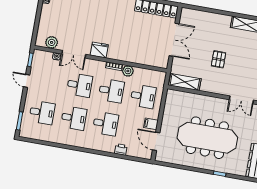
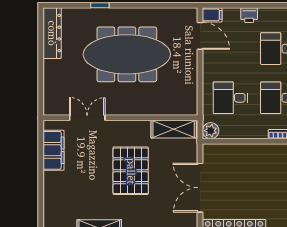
pallet: (219, 59) -> (131, 171), width x2.05, depth x2.00
plant: (128, 71) -> (211, 131), moved
filing cabinet: (151, 124) -> (212, 15), moved

